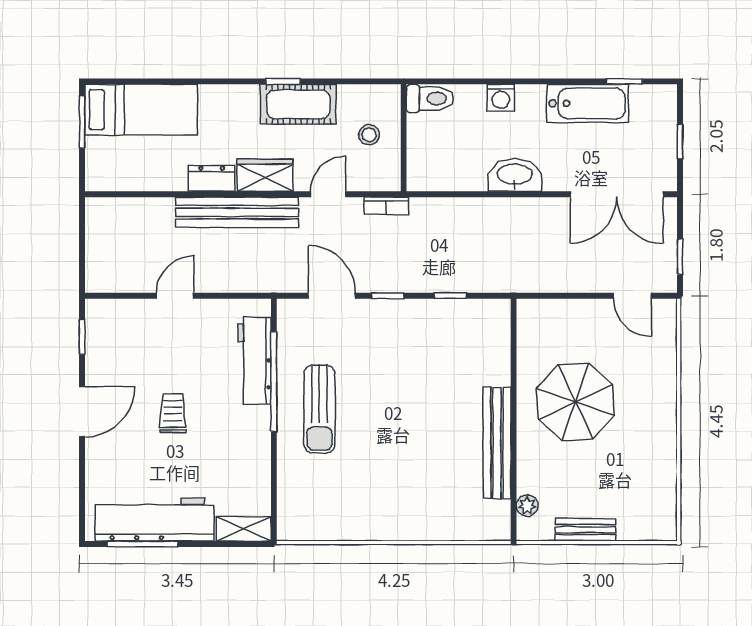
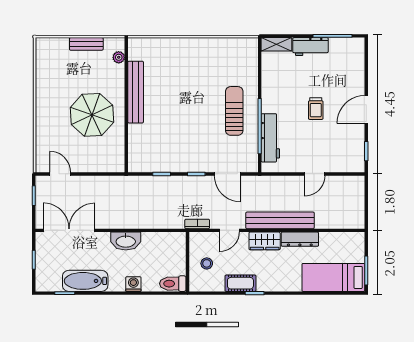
cot: (298, 104) -> (240, 283), width x0.73, depth x0.75
dresser: (212, 178) -> (300, 239), width x1.44
workbench: (155, 519) -> (310, 47), width x0.53, depth x0.76

